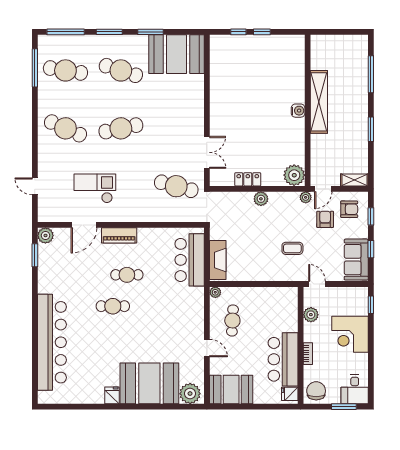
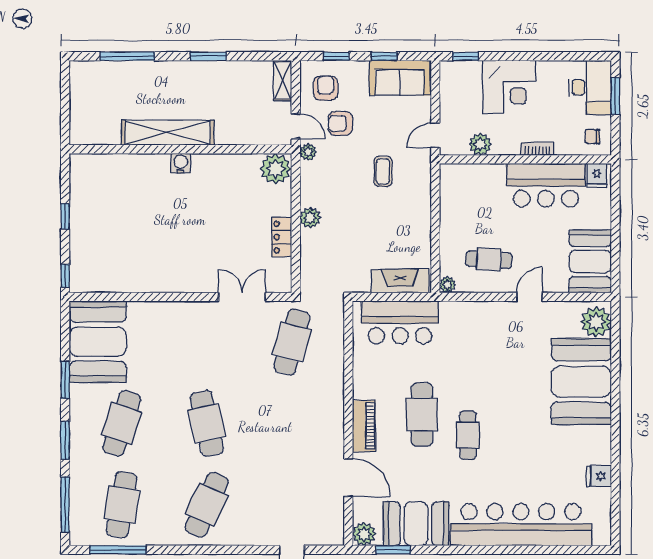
window: (238, 32) -> (65, 276), moved
checkout: (95, 188) -> (295, 461), removed
booth: (52, 271) -> (416, 524), added
cafe table: (127, 275) -> (422, 415), width x1.37, depth x1.35
desk: (355, 389) -> (590, 87), width x1.37
chair: (316, 391) -> (592, 137), width x0.54, depth x0.54
fridge: (112, 395) -> (599, 476), moved

